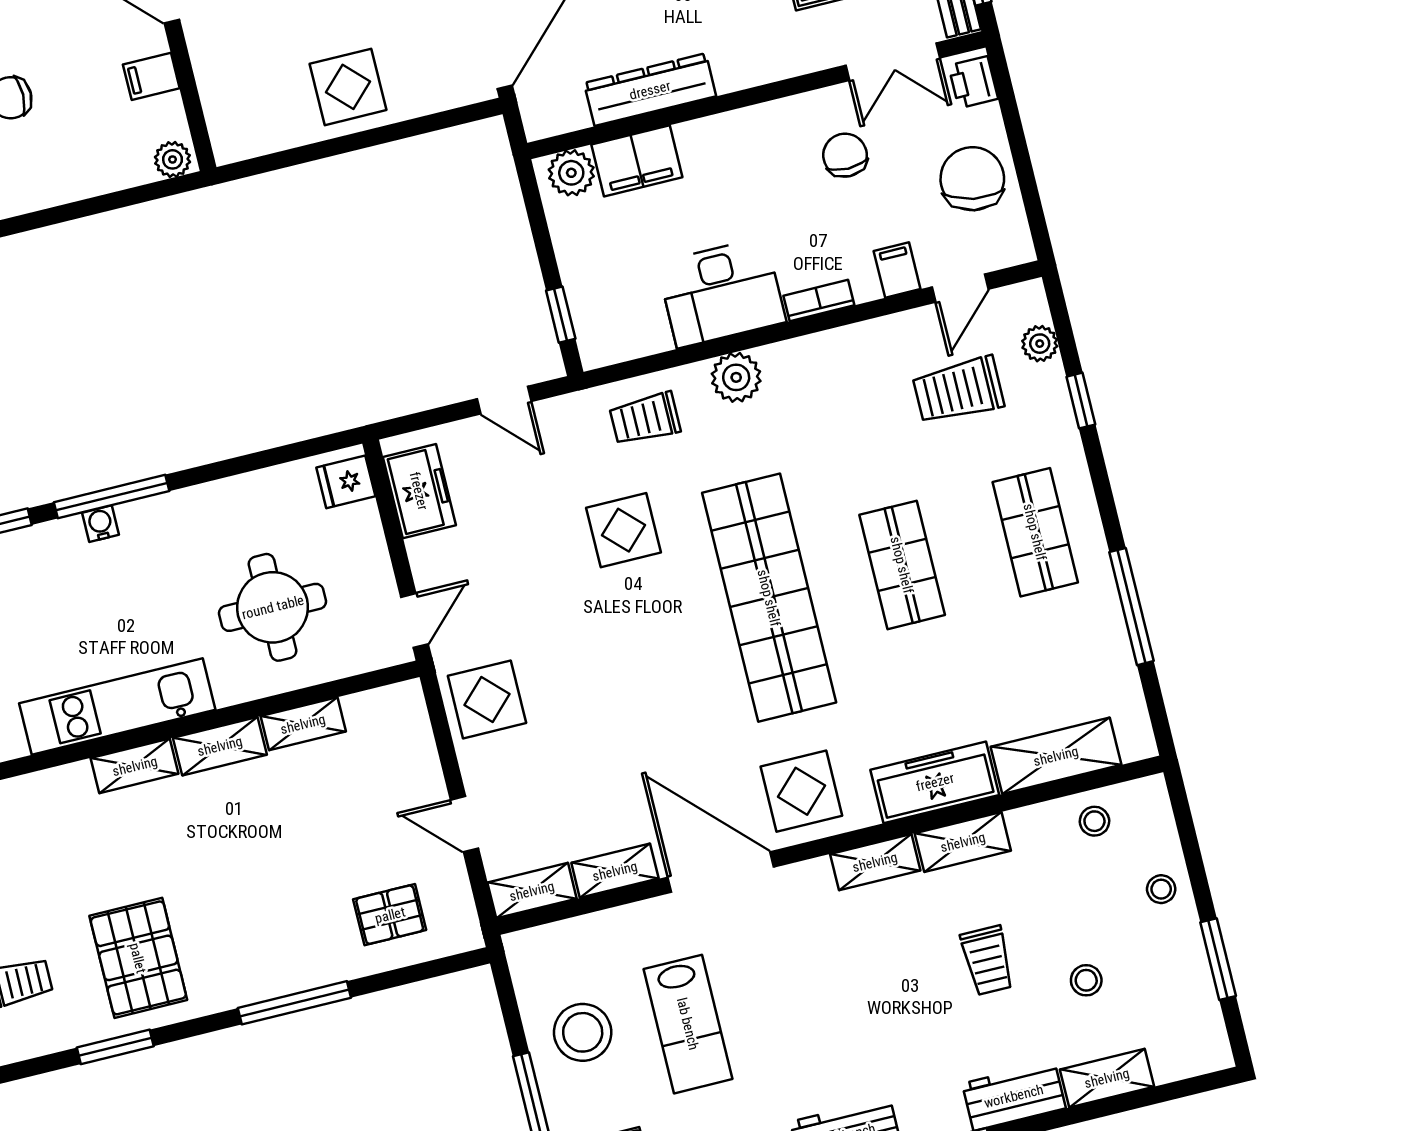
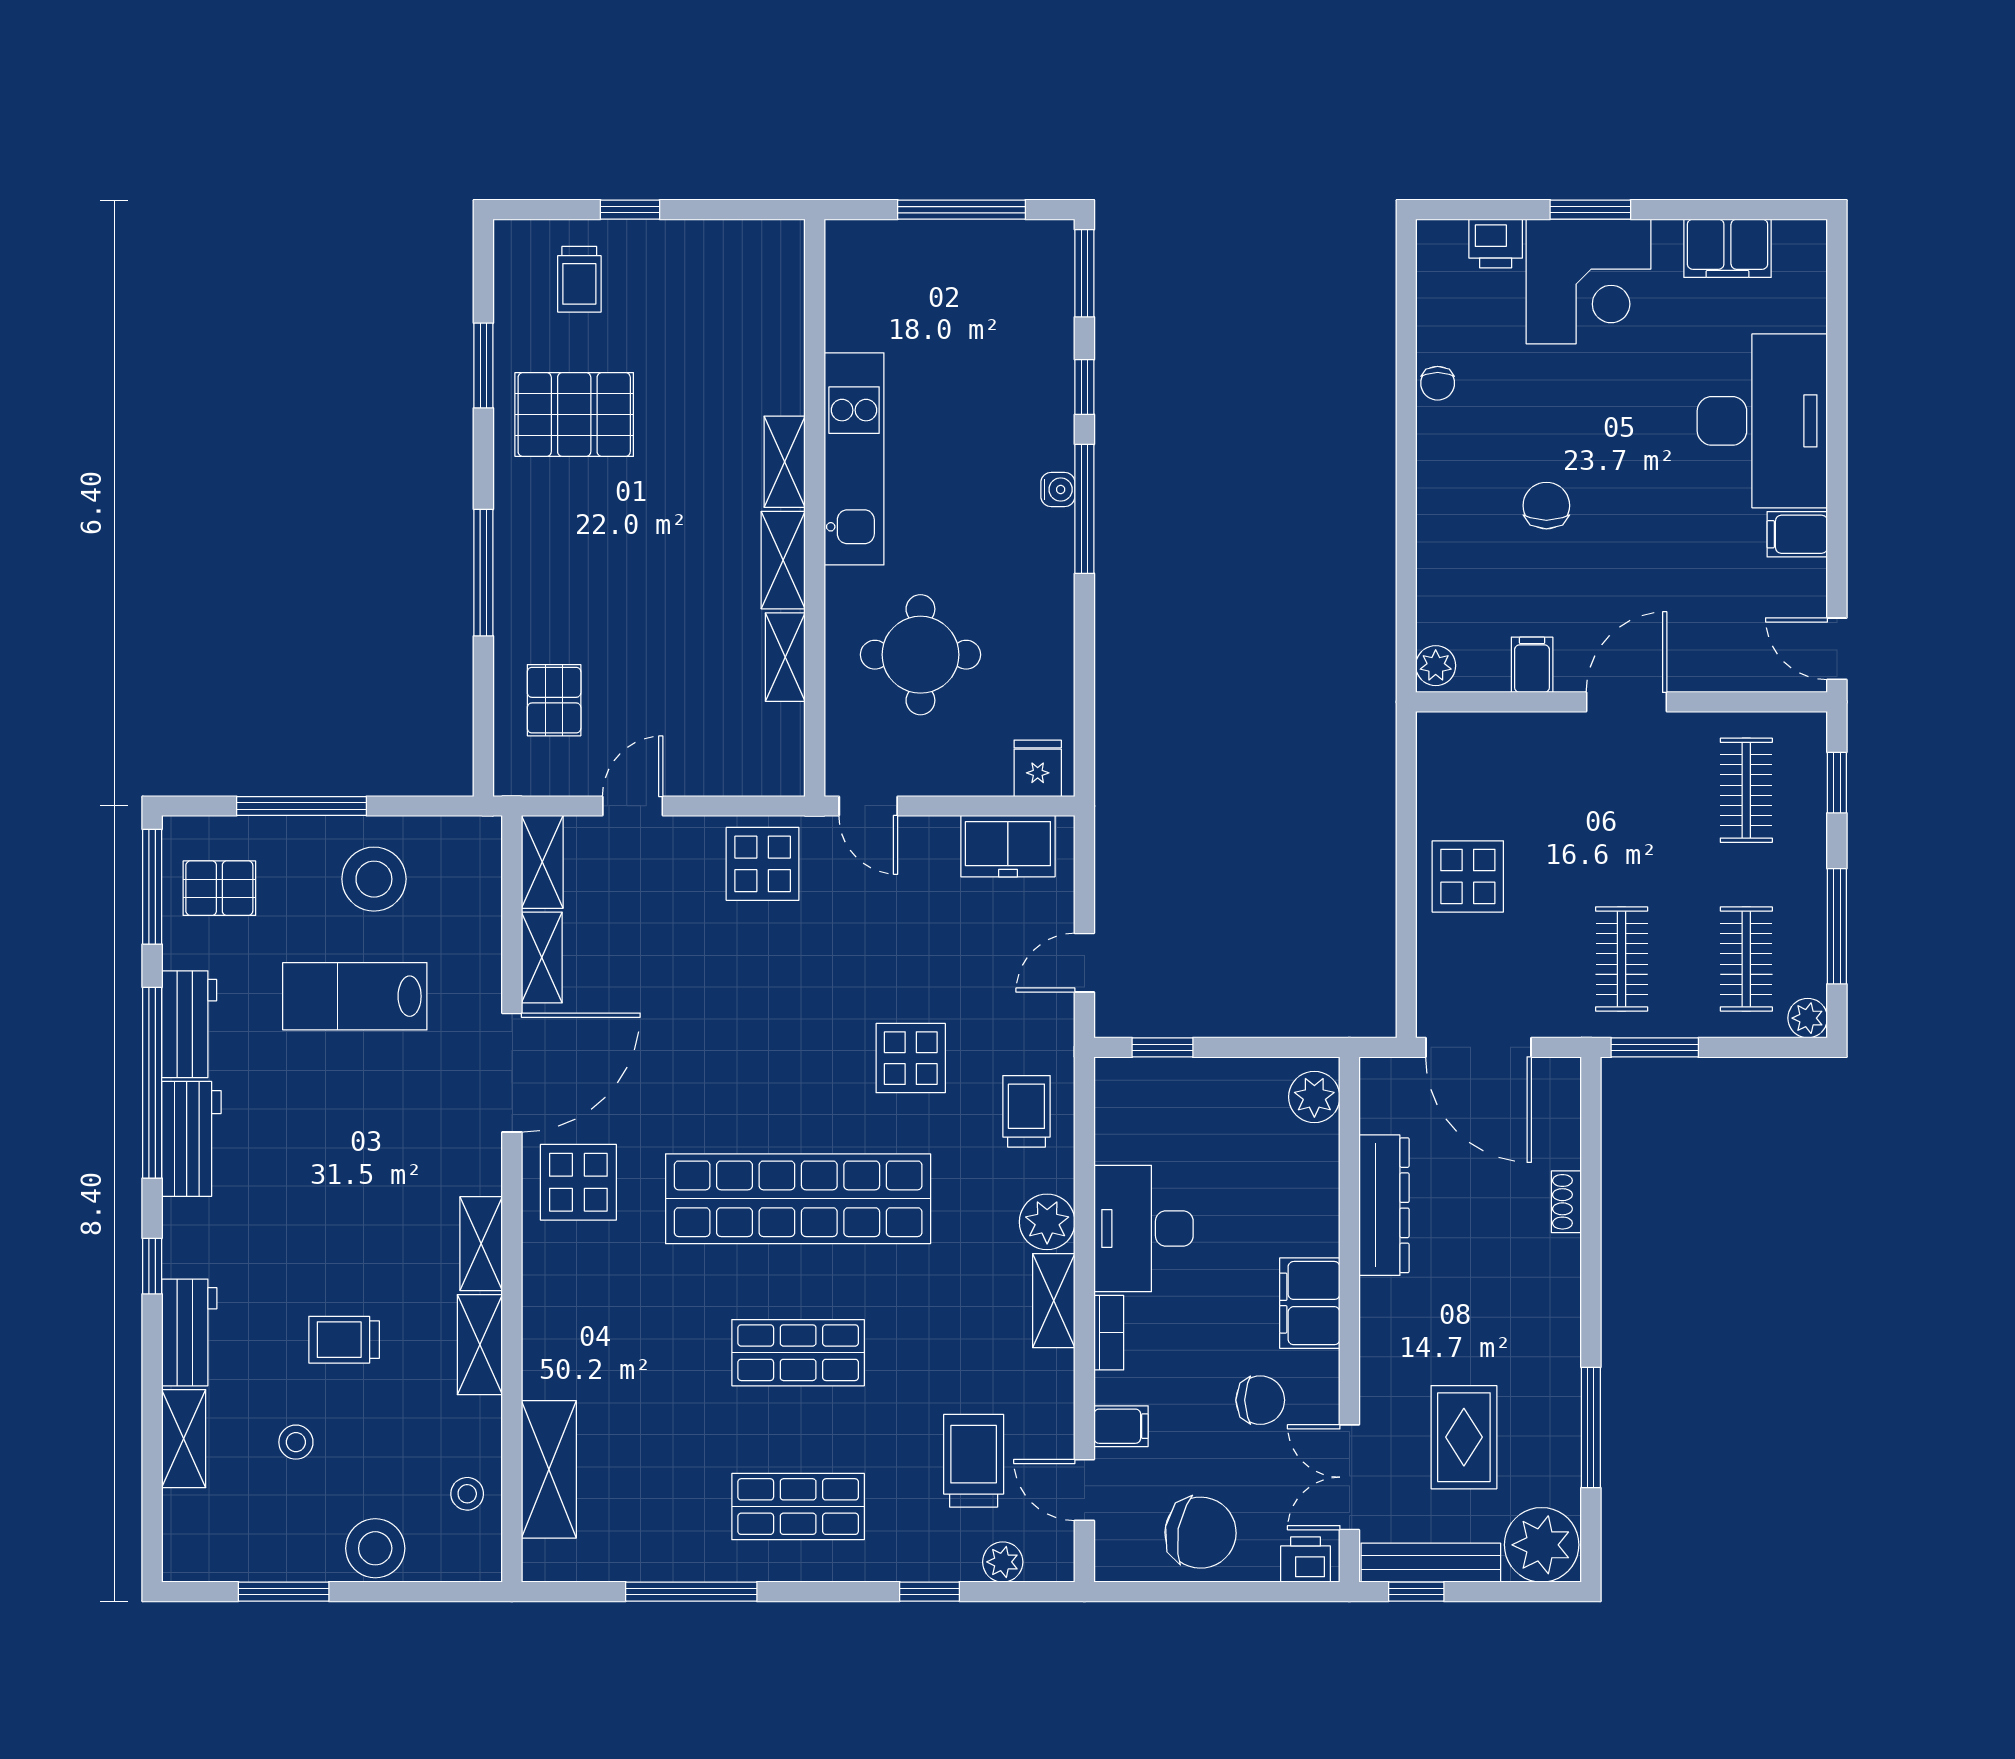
filing cabinet: (637, 161) -> (1310, 1303), moved
shelving: (803, 355) -> (1054, 1301), added
freezer: (935, 782) -> (552, 1330), removed
stool: (1161, 889) -> (375, 1548), width x1.89, depth x1.89

